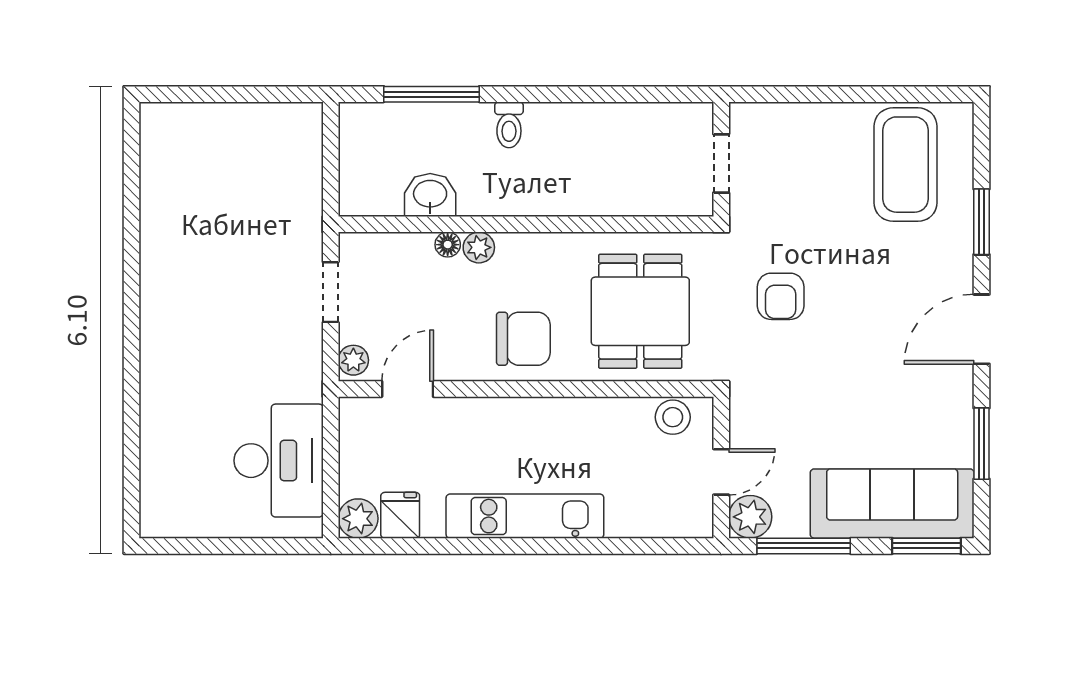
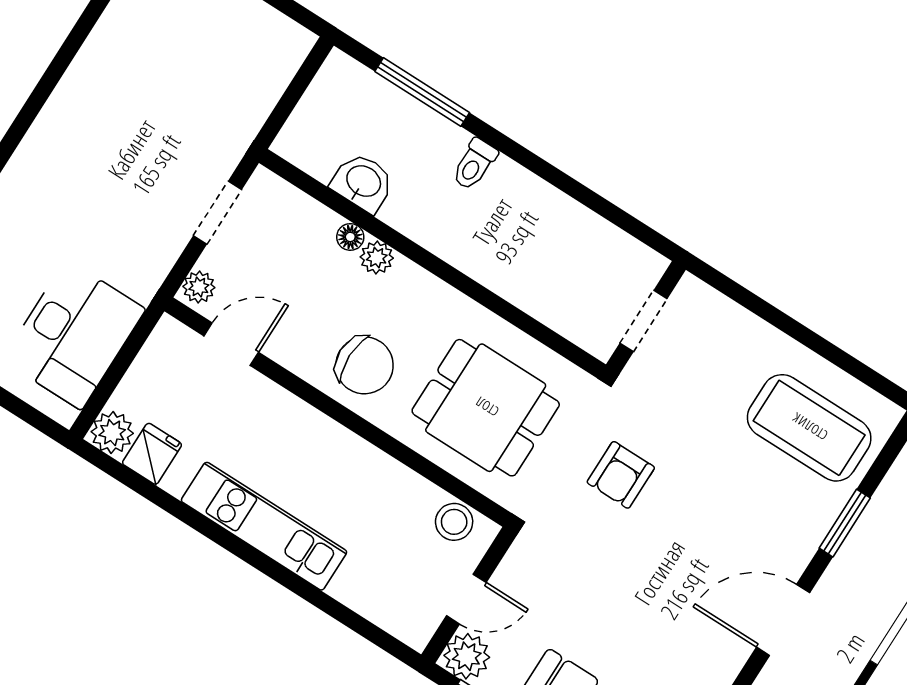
coffee table: (906, 165) -> (809, 428), turned 90
dining table: (640, 311) -> (486, 408), turned 90

